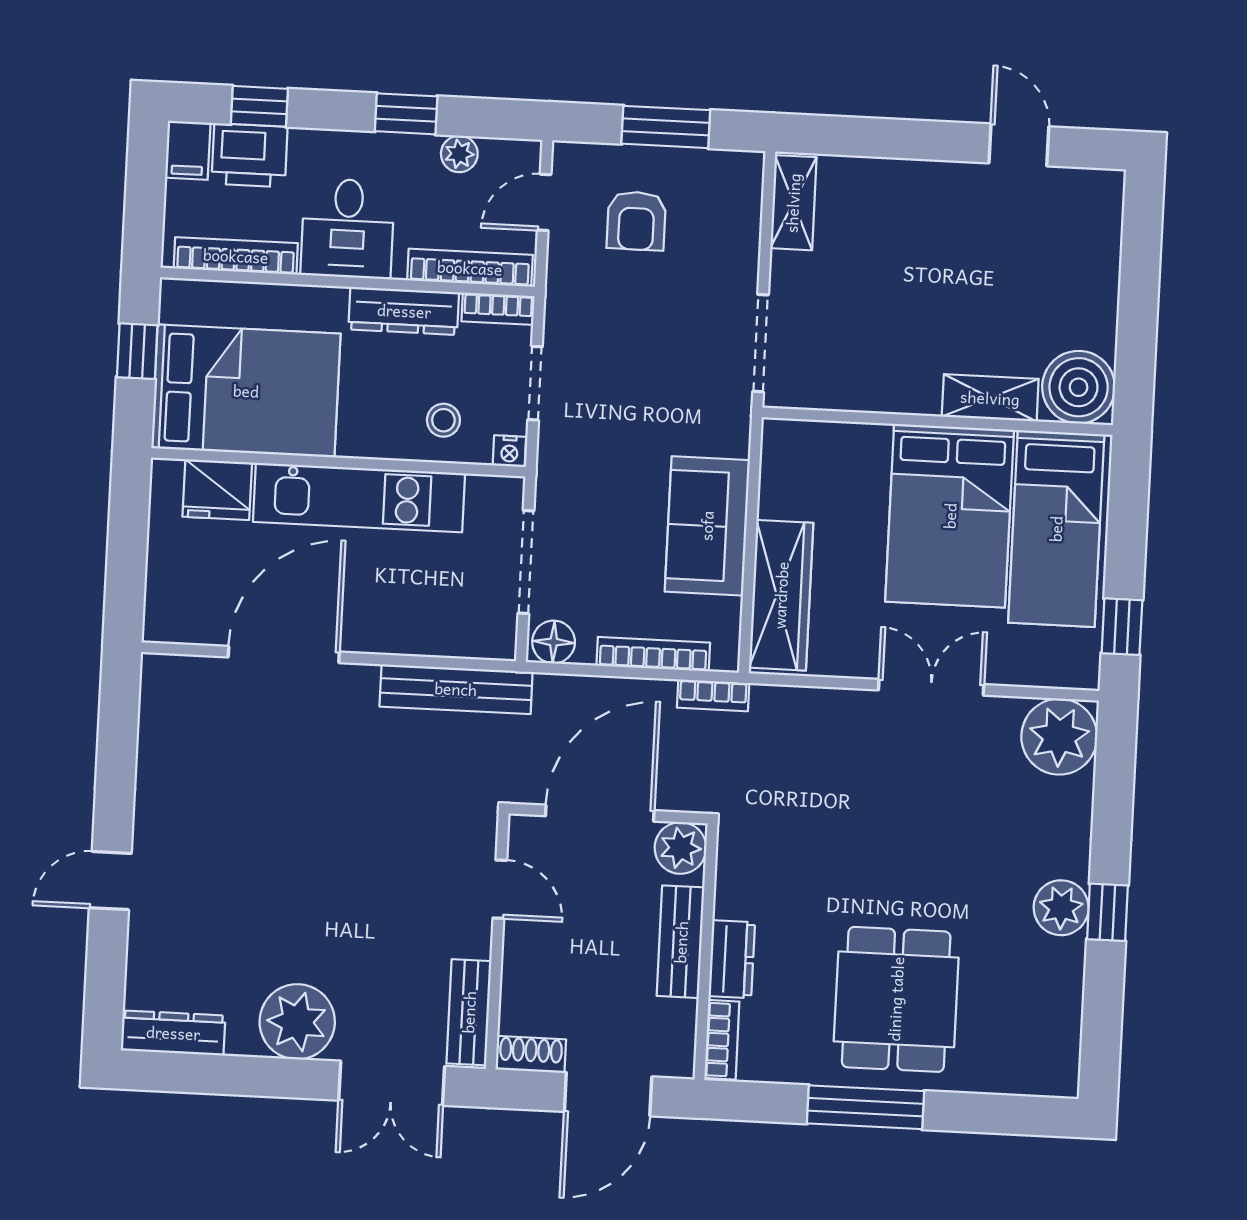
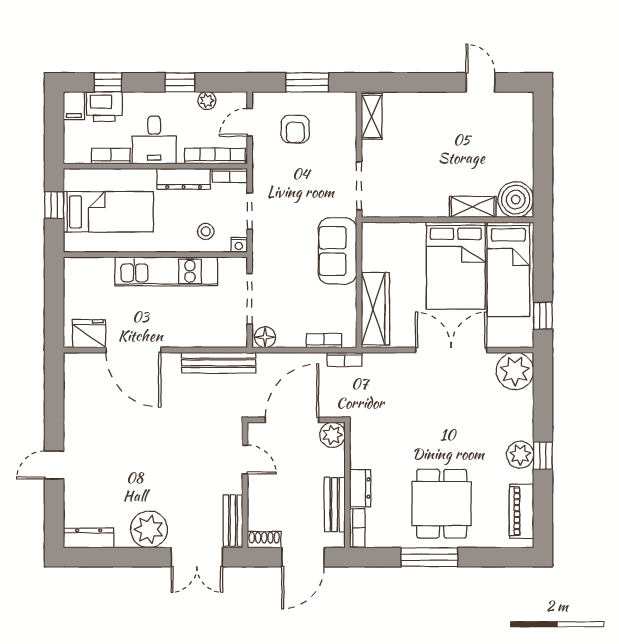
bookcase: (236, 256) -> (111, 156), width x0.64
bed: (246, 391) -> (108, 212), width x0.67
fridge: (217, 490) -> (89, 334), moved, turned 180
sofa: (707, 526) -> (337, 251), moved
door: (284, 654) -> (133, 350), swing flipped
bookcase: (653, 654) -> (324, 341), width x0.64
double door: (931, 687) -> (451, 350), width x1.37
bench: (681, 942) -> (335, 505), moved
piano: (1058, 1023) -> (521, 511), added

